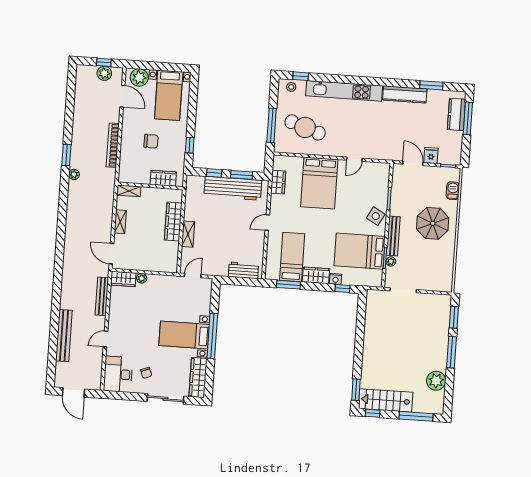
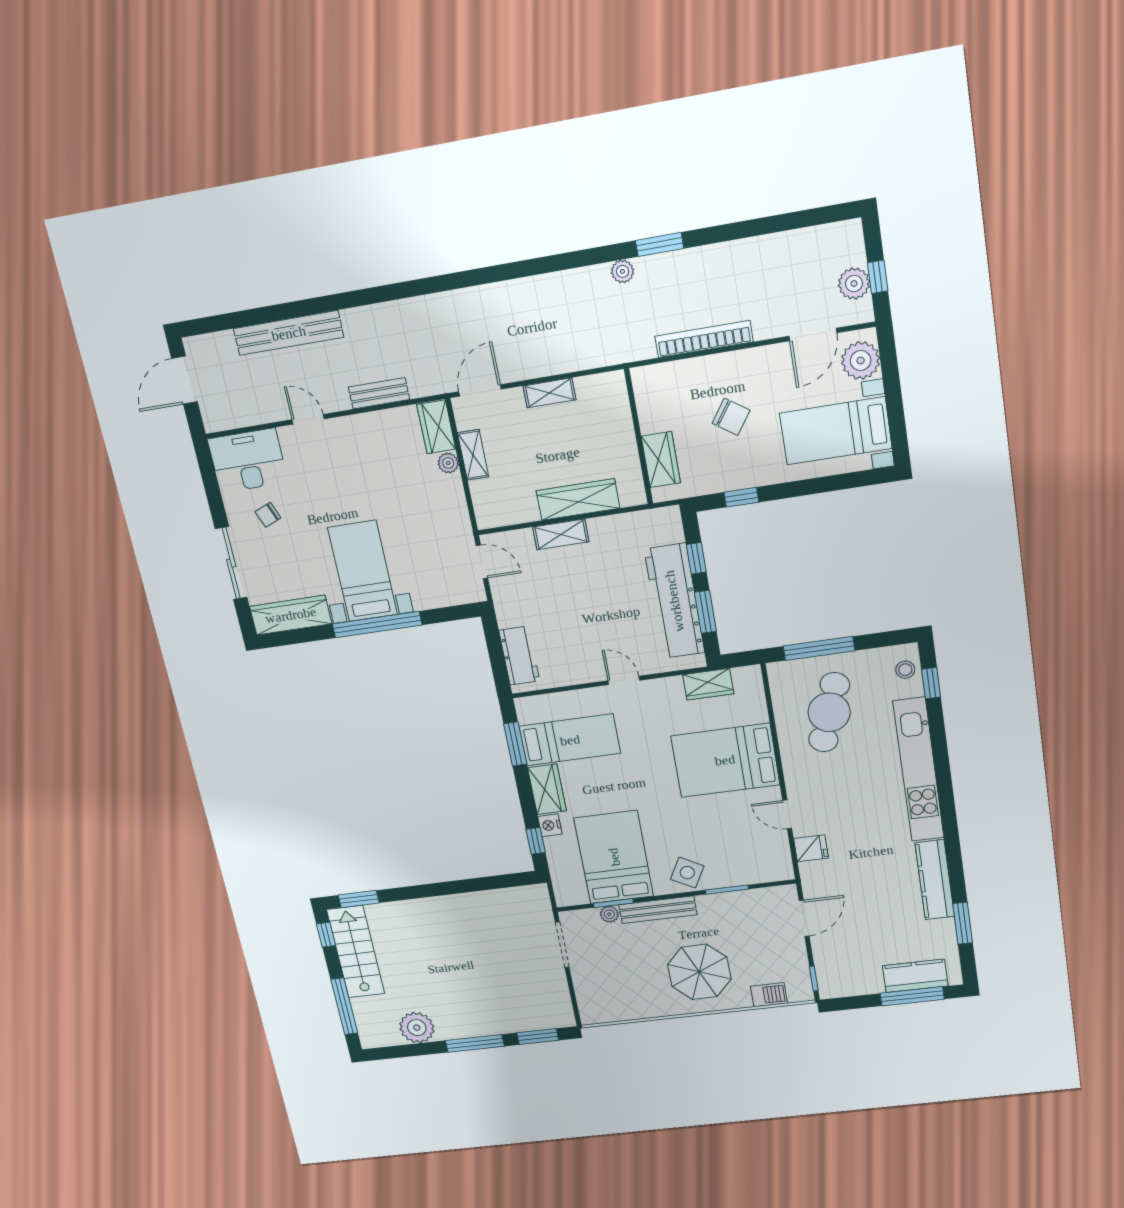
chair: (151, 141) -> (731, 417), turned -55
fridge: (431, 155) -> (811, 848), moved
shelving: (129, 191) -> (473, 455), moved
bench: (102, 296) -> (379, 393), width x0.73

